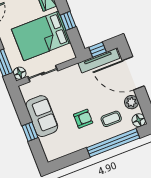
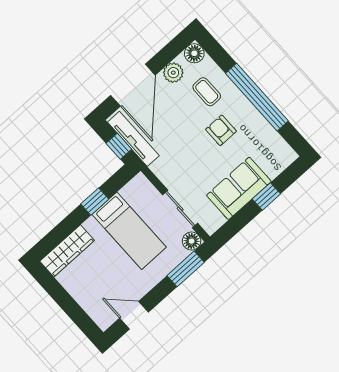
bed: (41, 36) -> (129, 231), width x0.67
window: (113, 143) -> (257, 97), moved

